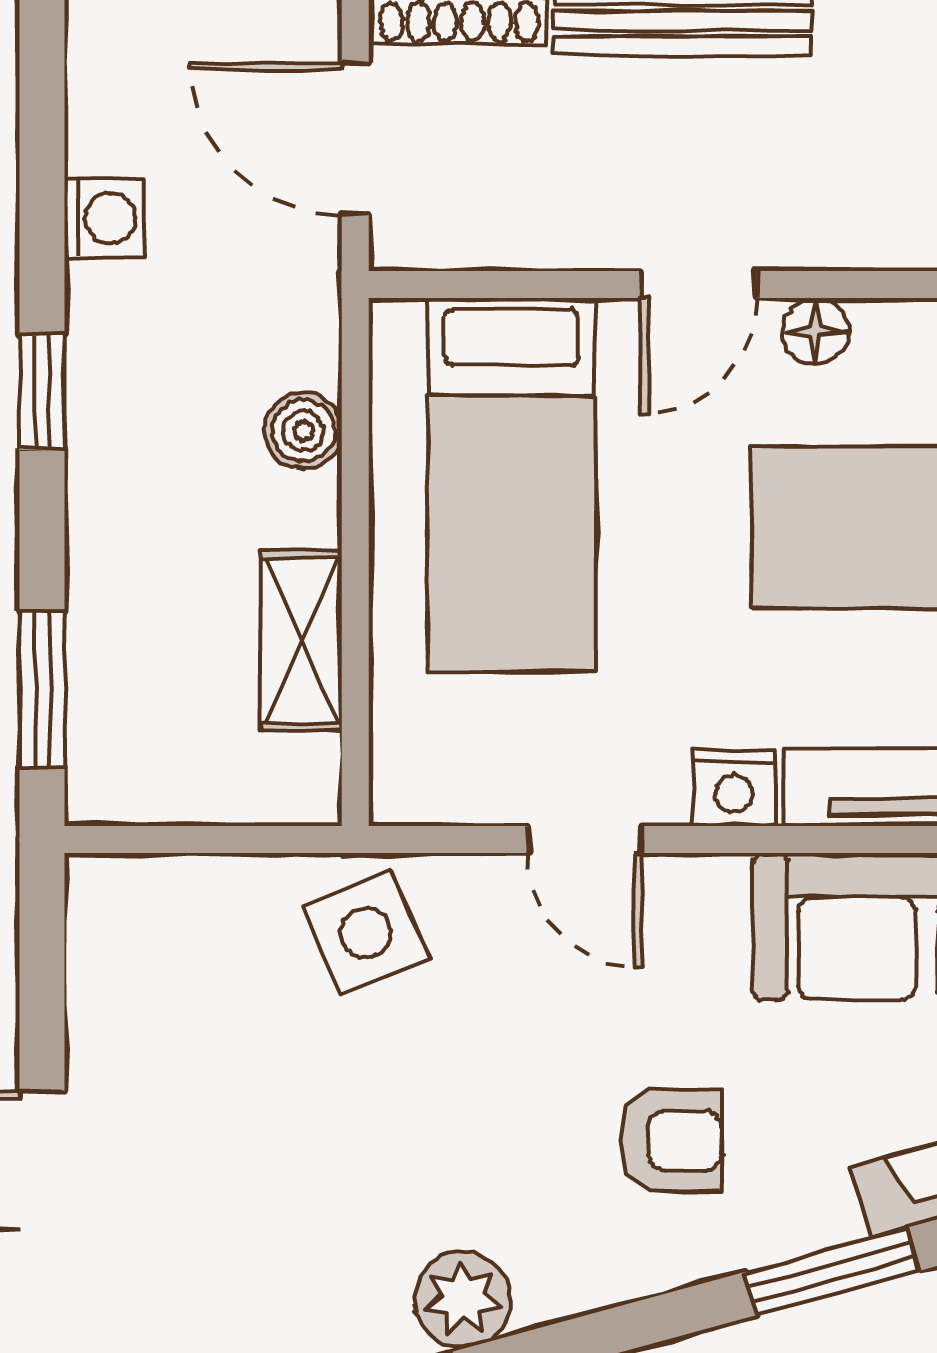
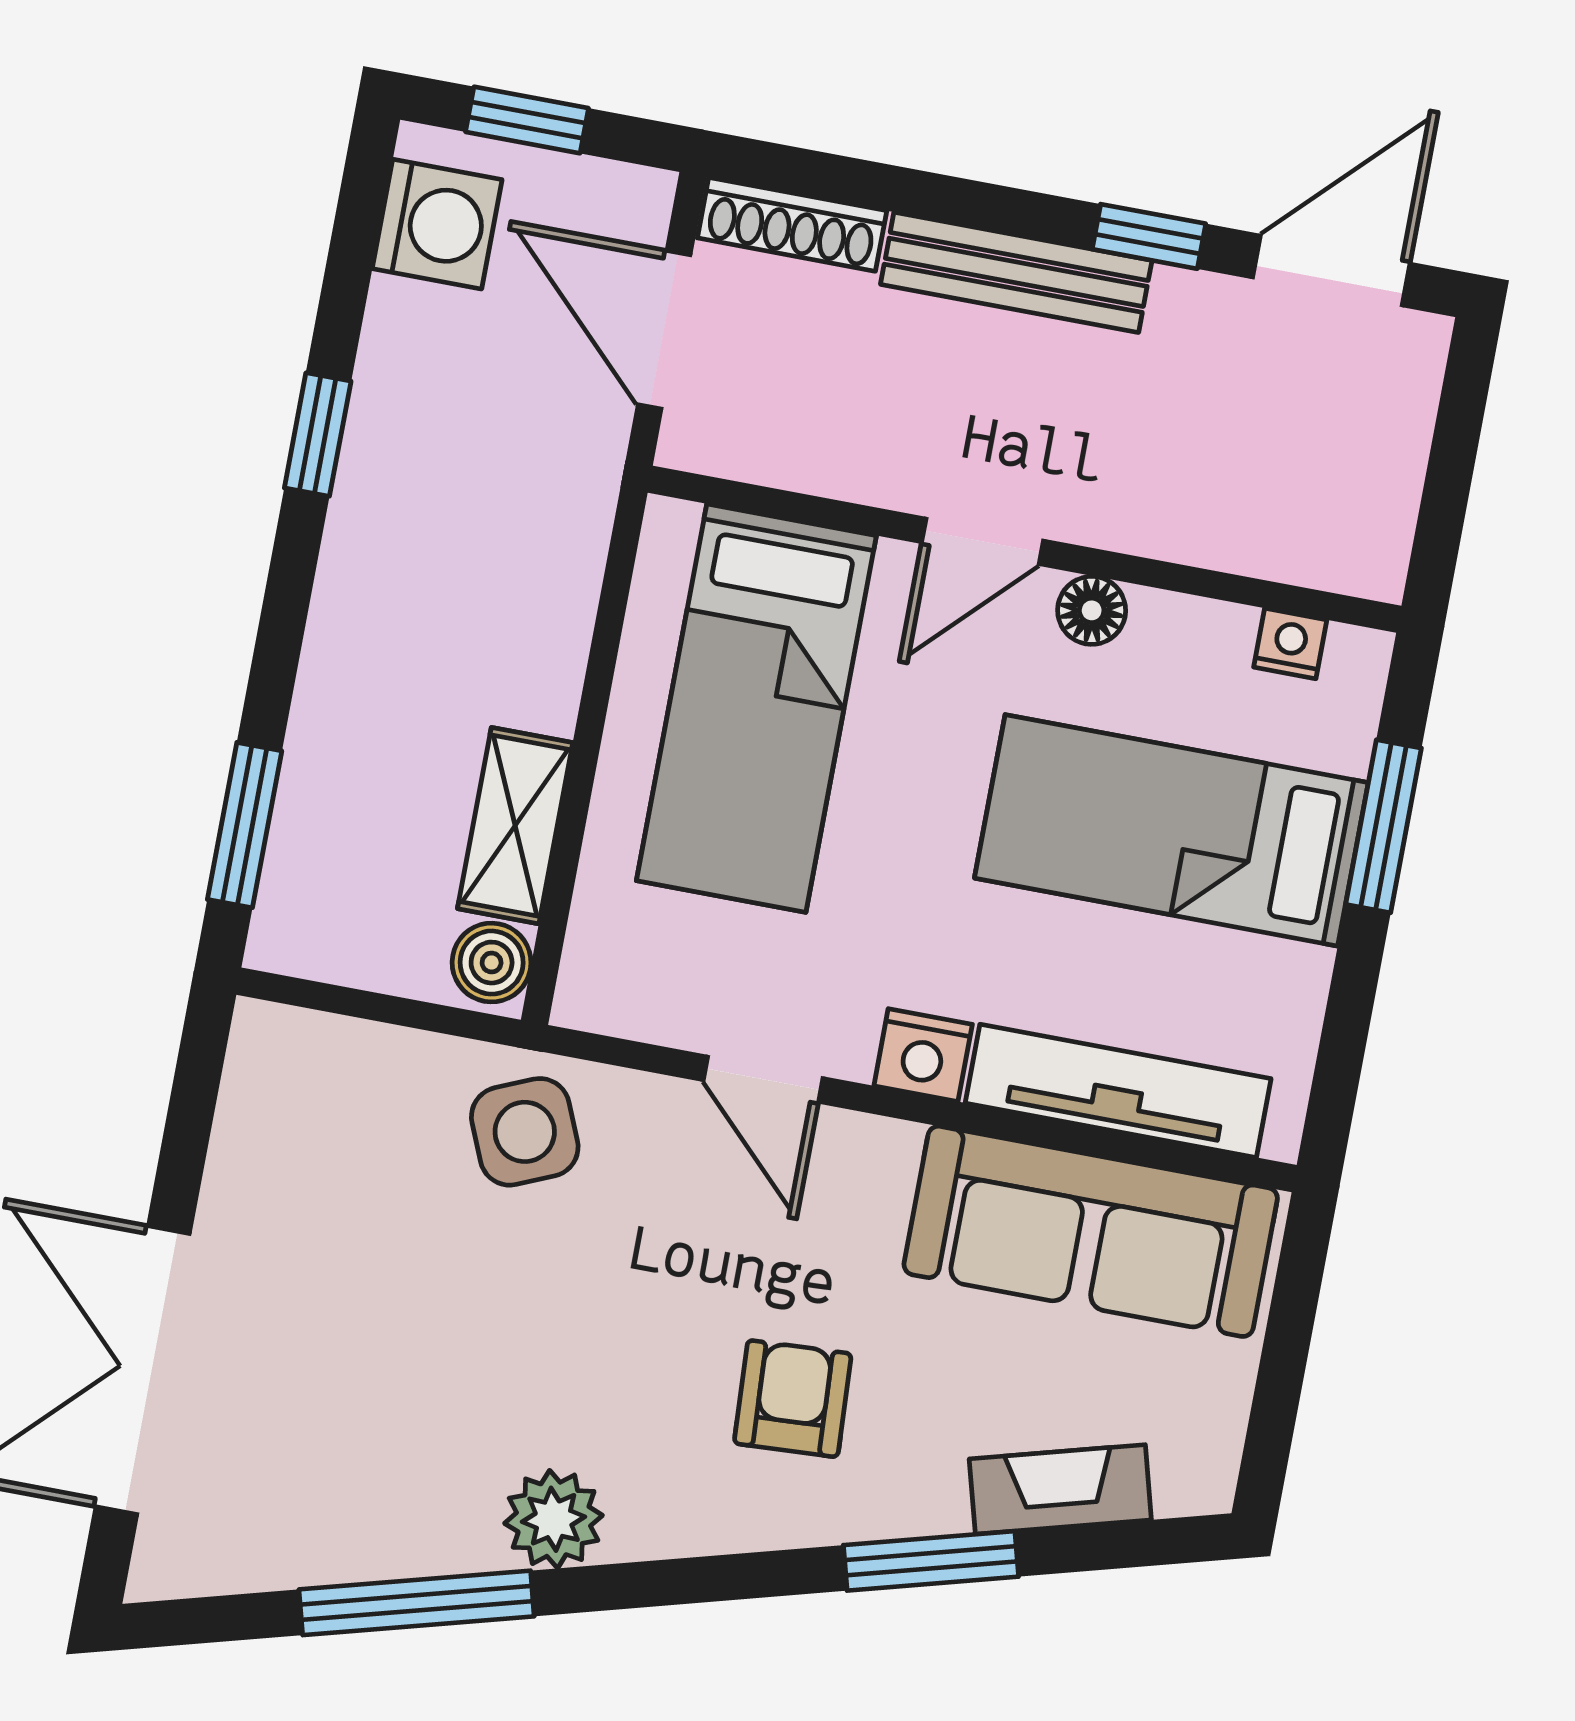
washing machine: (104, 218) -> (437, 224), moved, width x1.38, depth x1.38
window: (42, 392) -> (318, 435), moved
boiler: (303, 431) -> (492, 963), moved
armchair: (670, 1140) -> (793, 1399), turned -93

